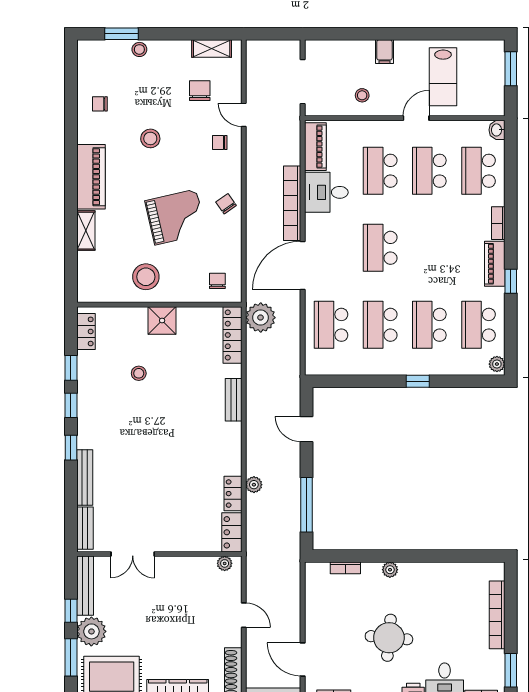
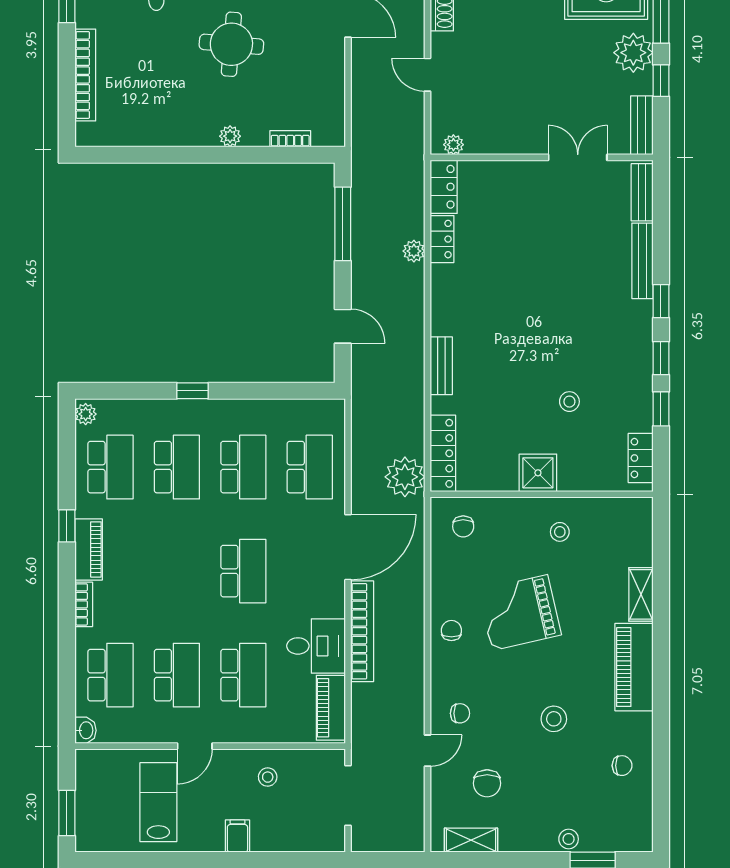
door: (244, 115) -> (428, 751), hinge flipped
chair: (226, 204) -> (451, 631), turned -145
stool: (146, 277) -> (560, 532), width x0.53, depth x0.53
bench: (85, 586) -> (642, 125), width x0.73

